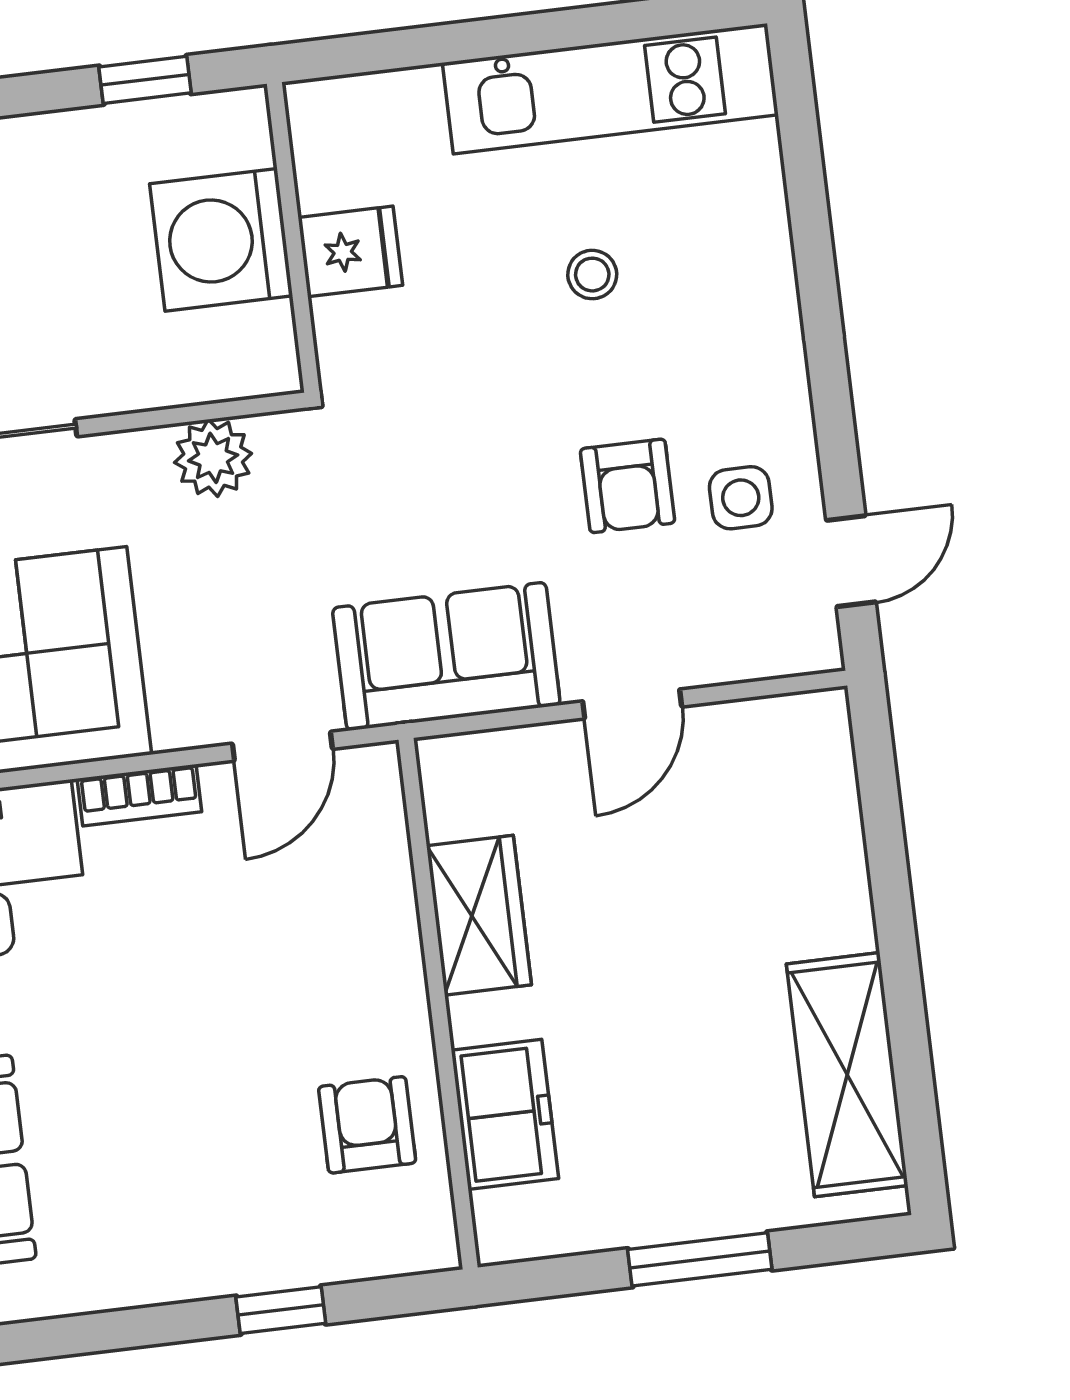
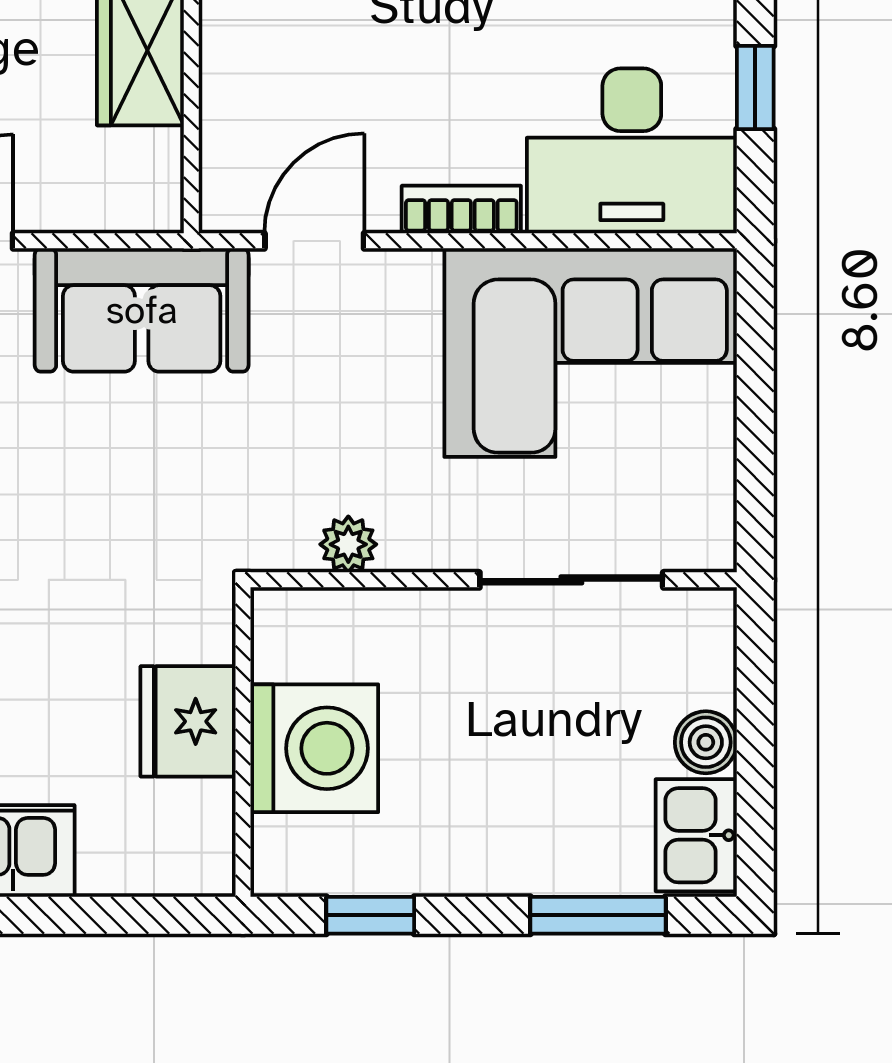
fridge: (350, 251) -> (188, 721), width x1.38
plant: (213, 458) -> (348, 544), width x0.73, depth x0.73

